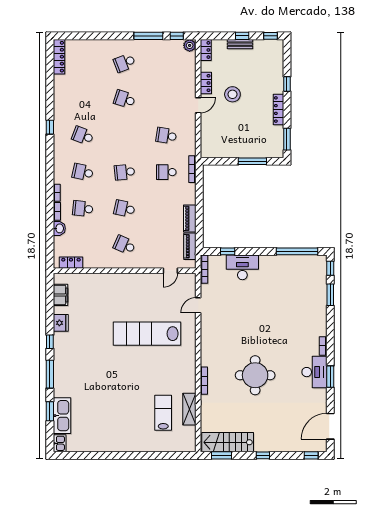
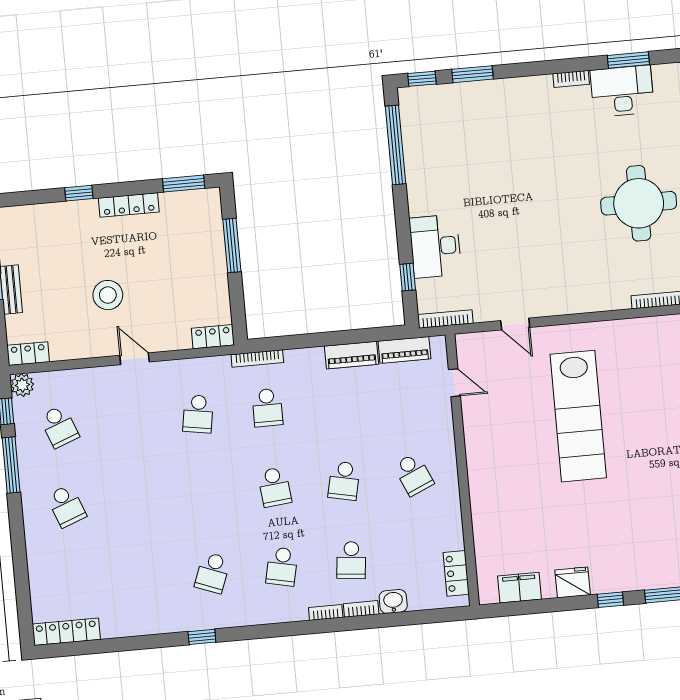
locker: (206, 83) -> (213, 337), moved
school desk: (125, 99) -> (59, 427), moved, turned -39
school desk: (125, 245) -> (413, 474), turned -48

